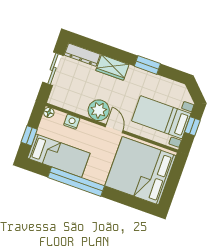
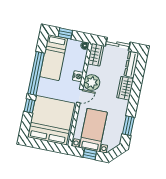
window: (147, 65) -> (128, 126), moved
wardrobe: (63, 100) -> (96, 55), added
nightstand: (72, 122) -> (78, 76), moved
window: (118, 196) -> (29, 106), added

